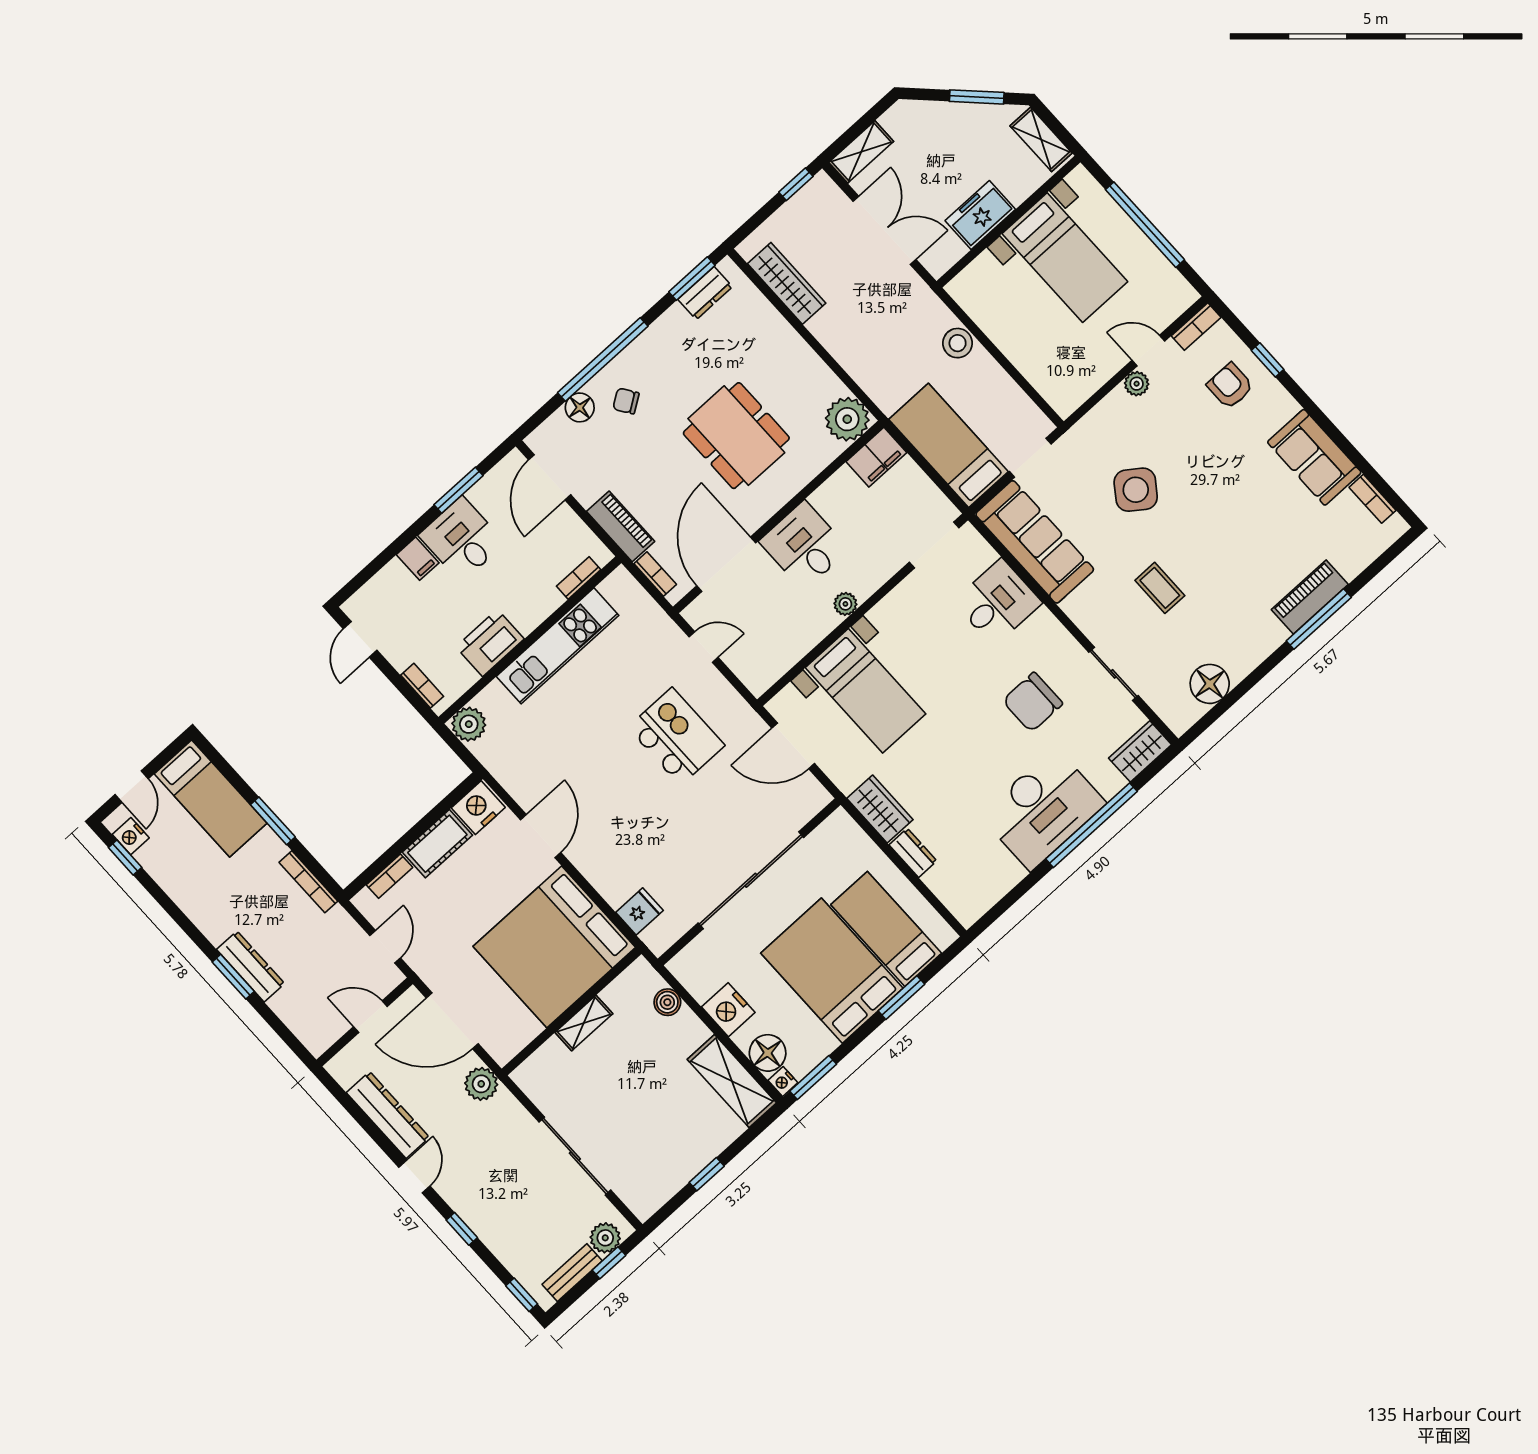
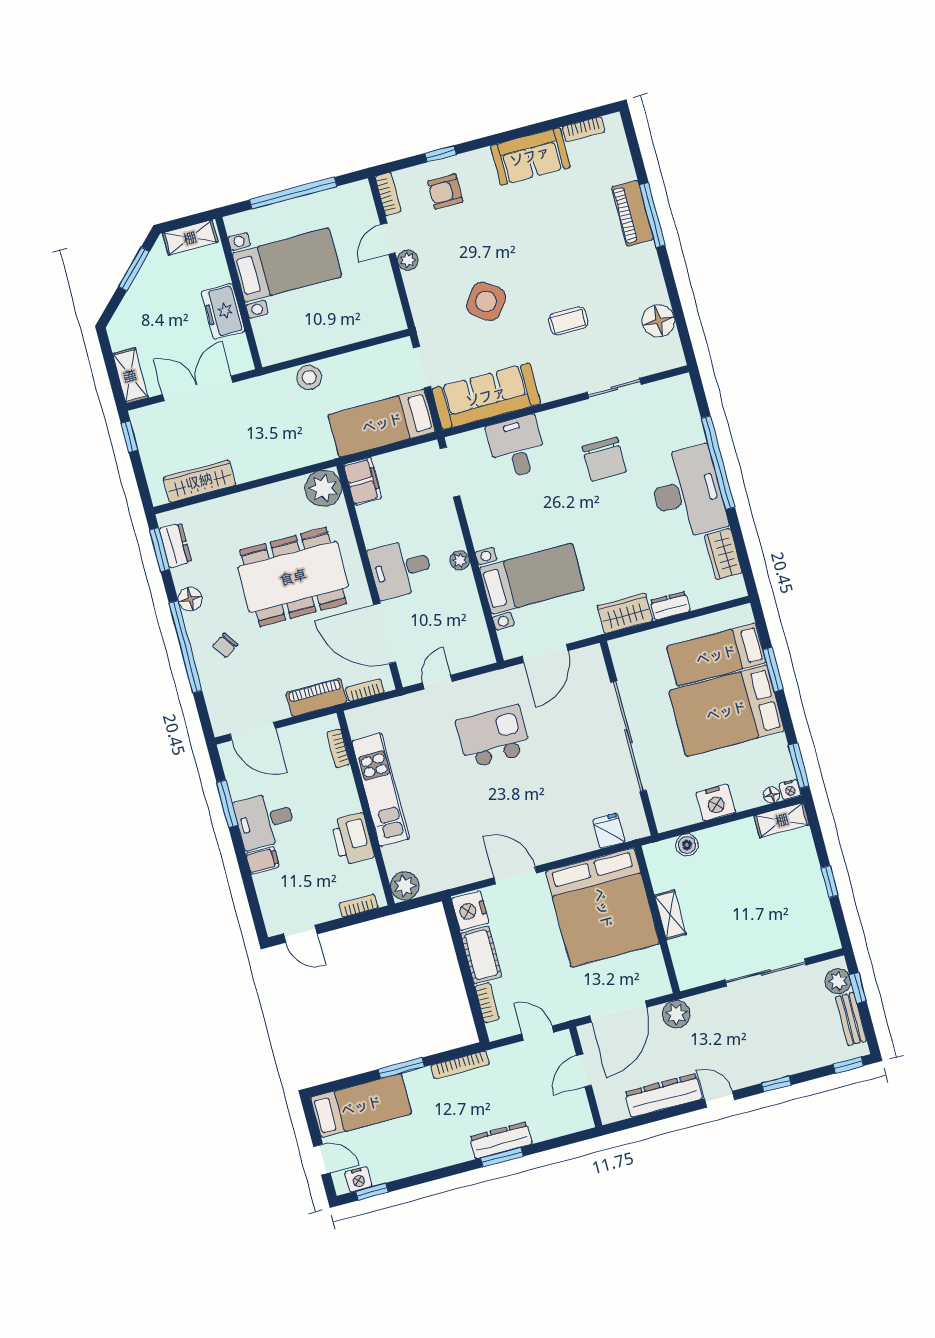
floor lamp: (580, 407) -> (190, 599), moved
dining table: (736, 436) -> (293, 577), width x1.36, depth x1.24
wardrobe: (1140, 751) -> (723, 554), moved
floor lamp: (768, 1053) -> (772, 795), width x0.53, depth x0.53
shelving: (732, 1081) -> (782, 820), width x0.67, depth x0.75

